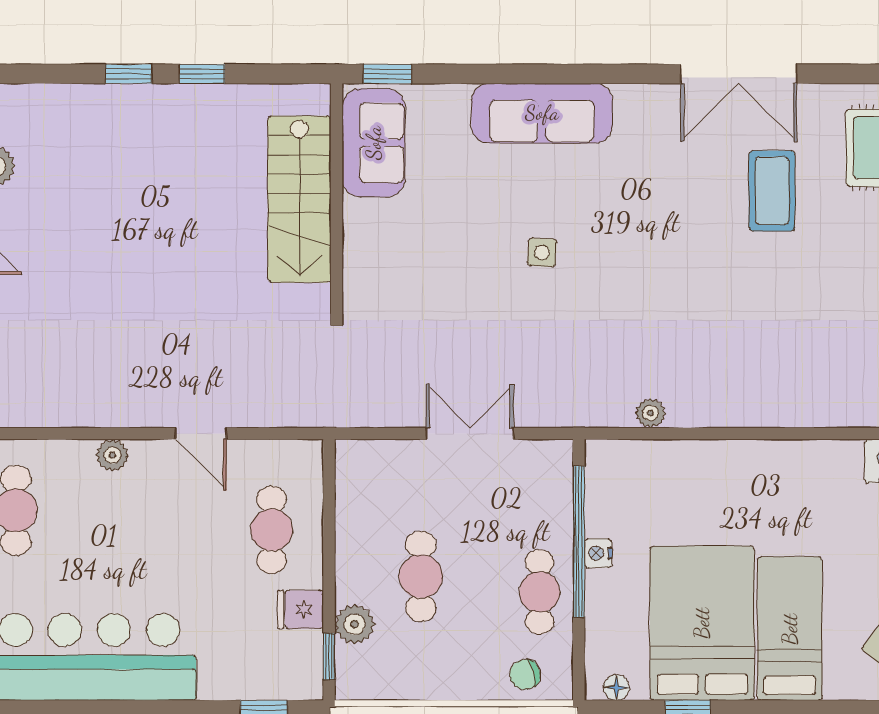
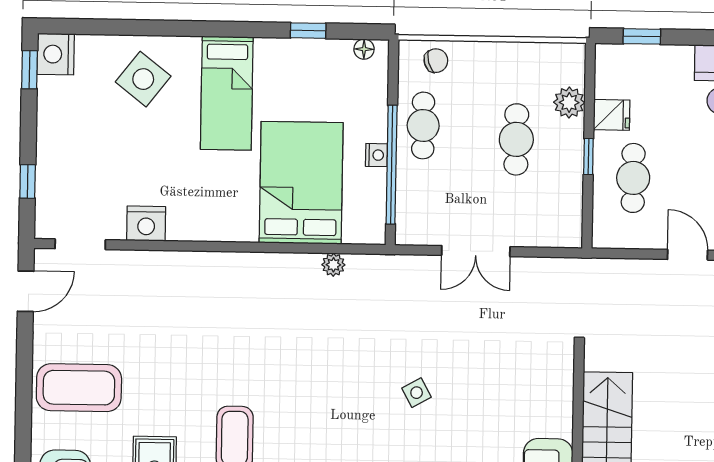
side table: (542, 252) -> (417, 393), turned -33
bed: (702, 623) -> (301, 183), moved, turned 180
window: (329, 656) -> (588, 156), moved

